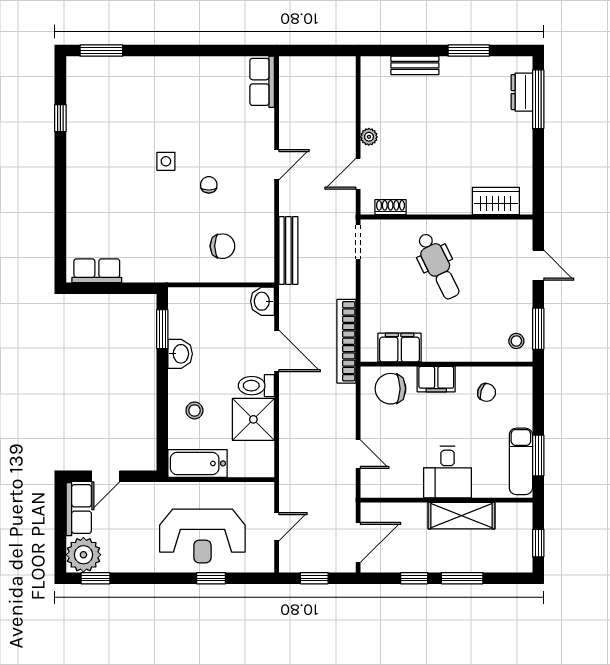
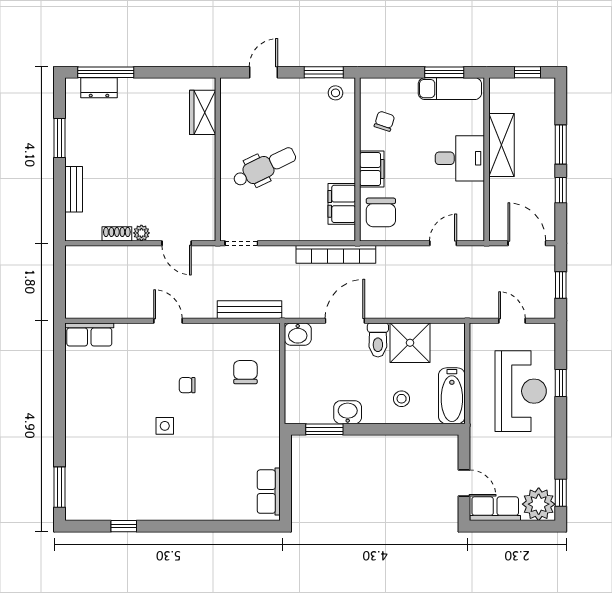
shoe rack: (391, 207) -> (117, 234), moved, turned 90

